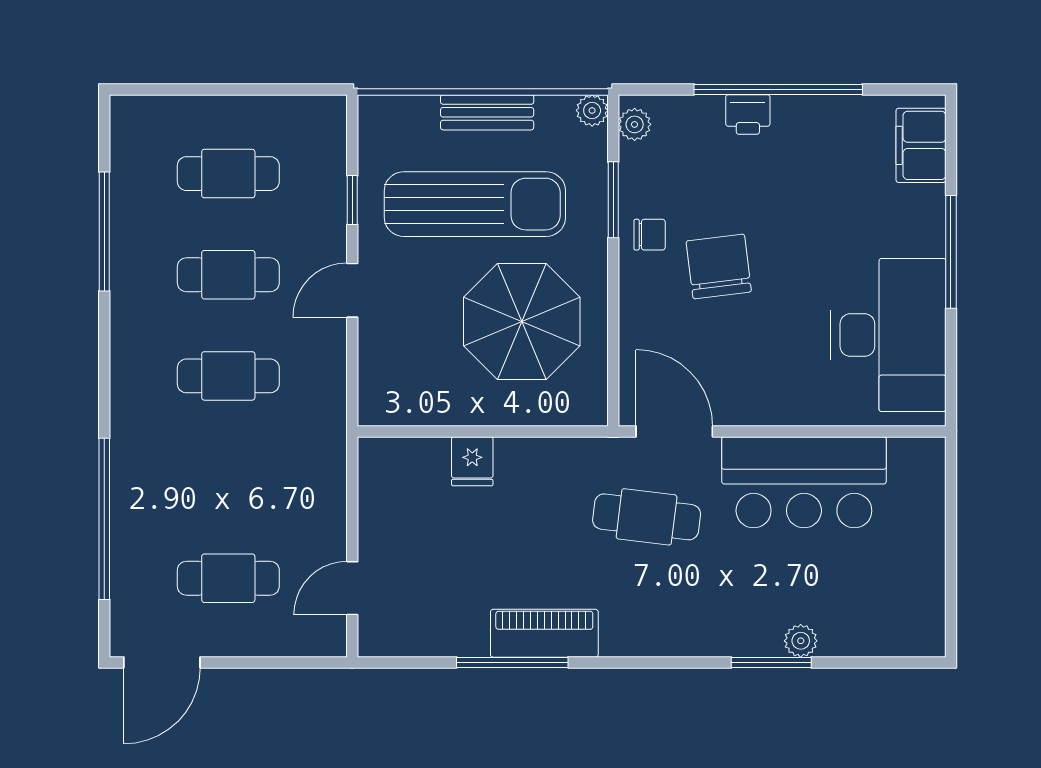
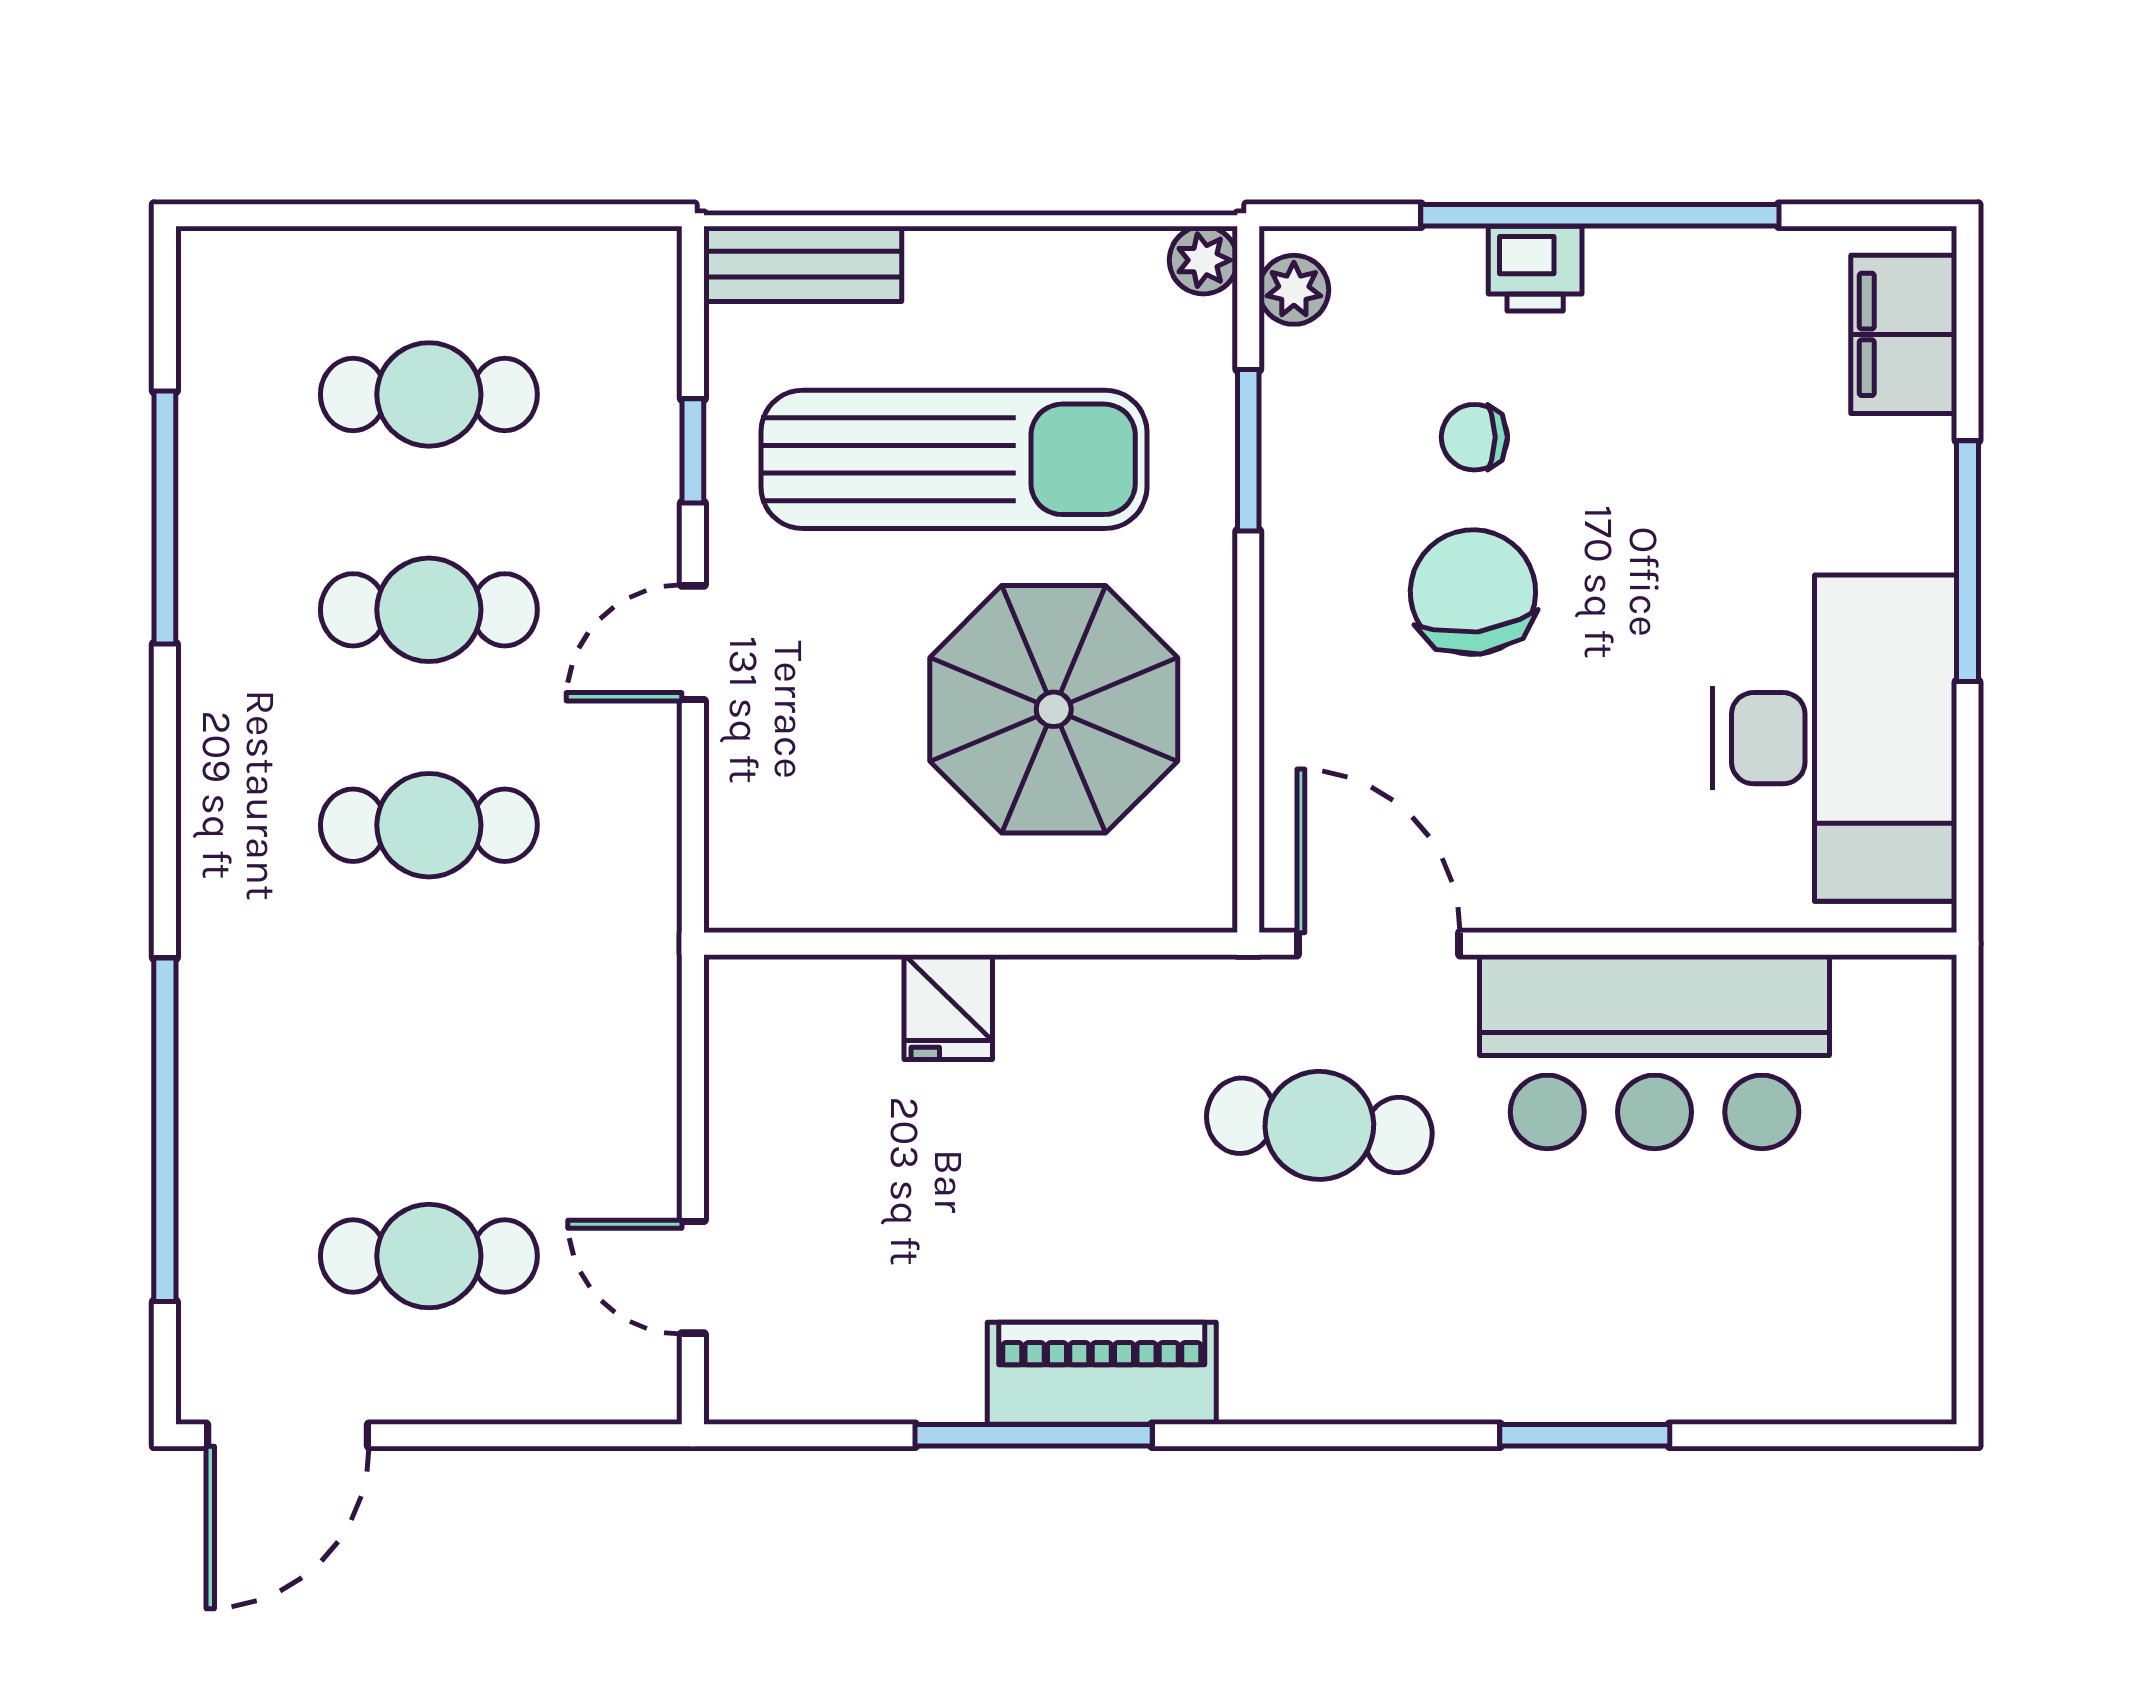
bench: (487, 112) -> (803, 264), moved
chair: (650, 235) -> (1474, 437), moved, turned 180
door: (352, 588) -> (693, 1277), hinge flipped
plant: (801, 641) -> (1648, 1389), removed

